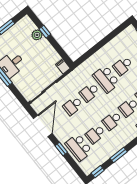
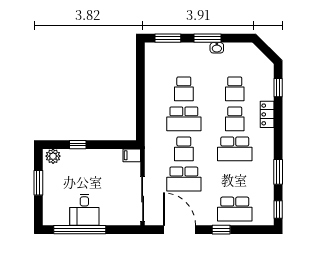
plant: (37, 35) -> (53, 156), moved
school desk: (73, 106) -> (184, 179), width x1.85
school desk: (112, 121) -> (235, 149), width x1.85
school desk: (95, 134) -> (235, 179), removed

